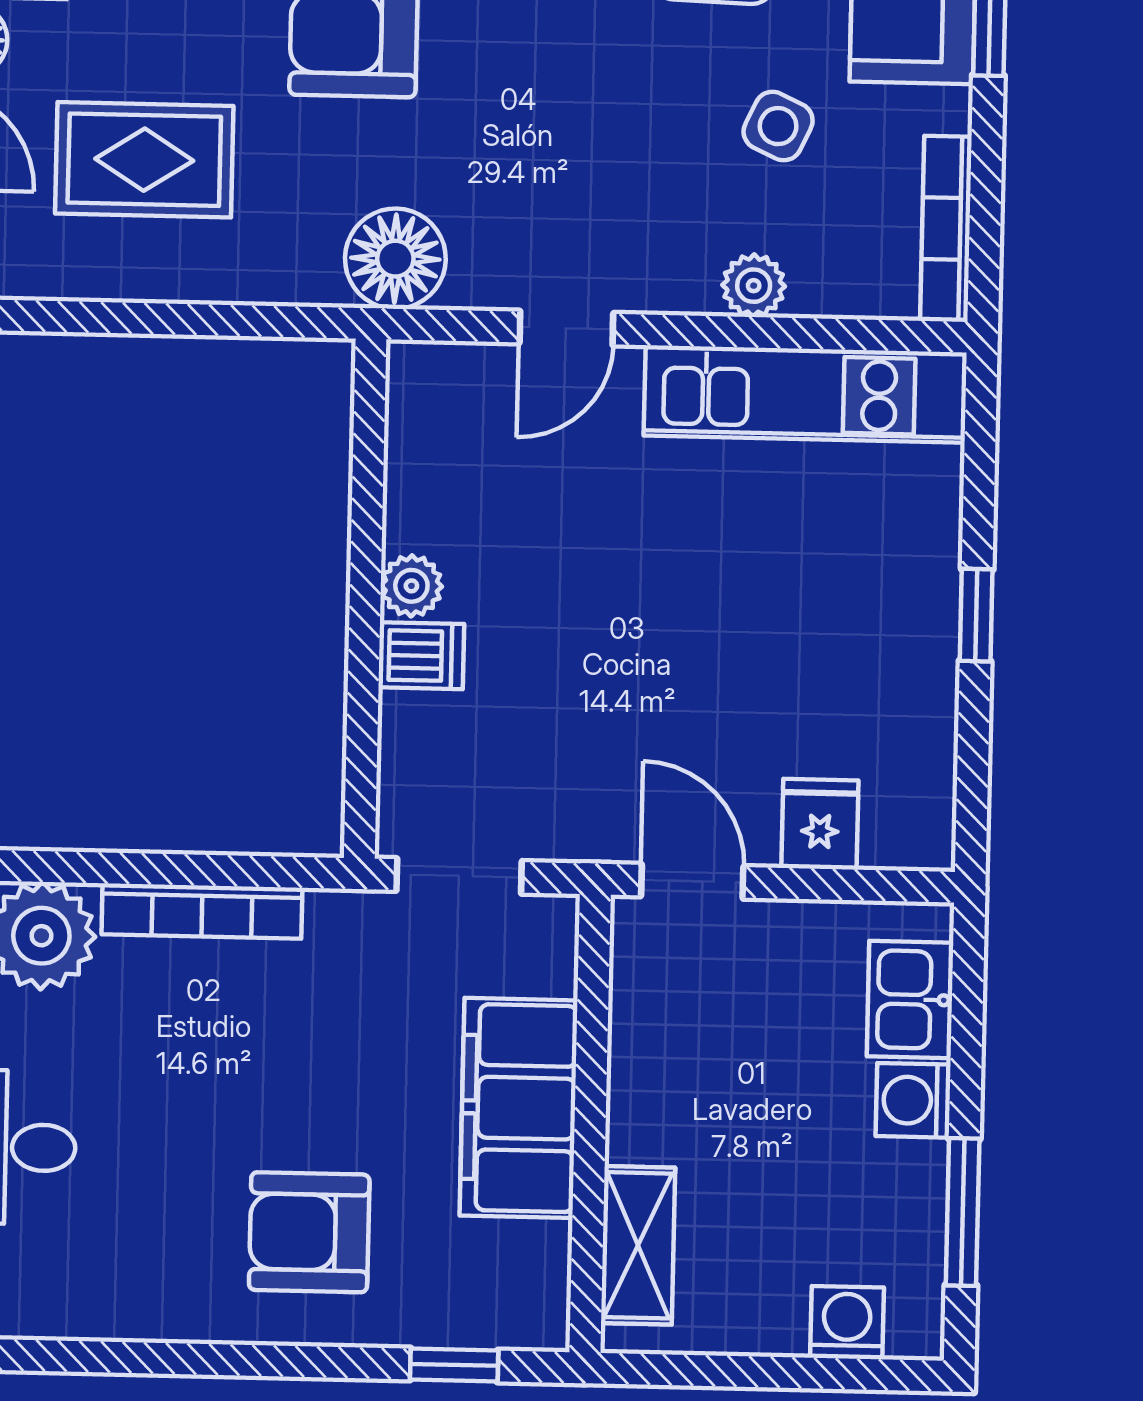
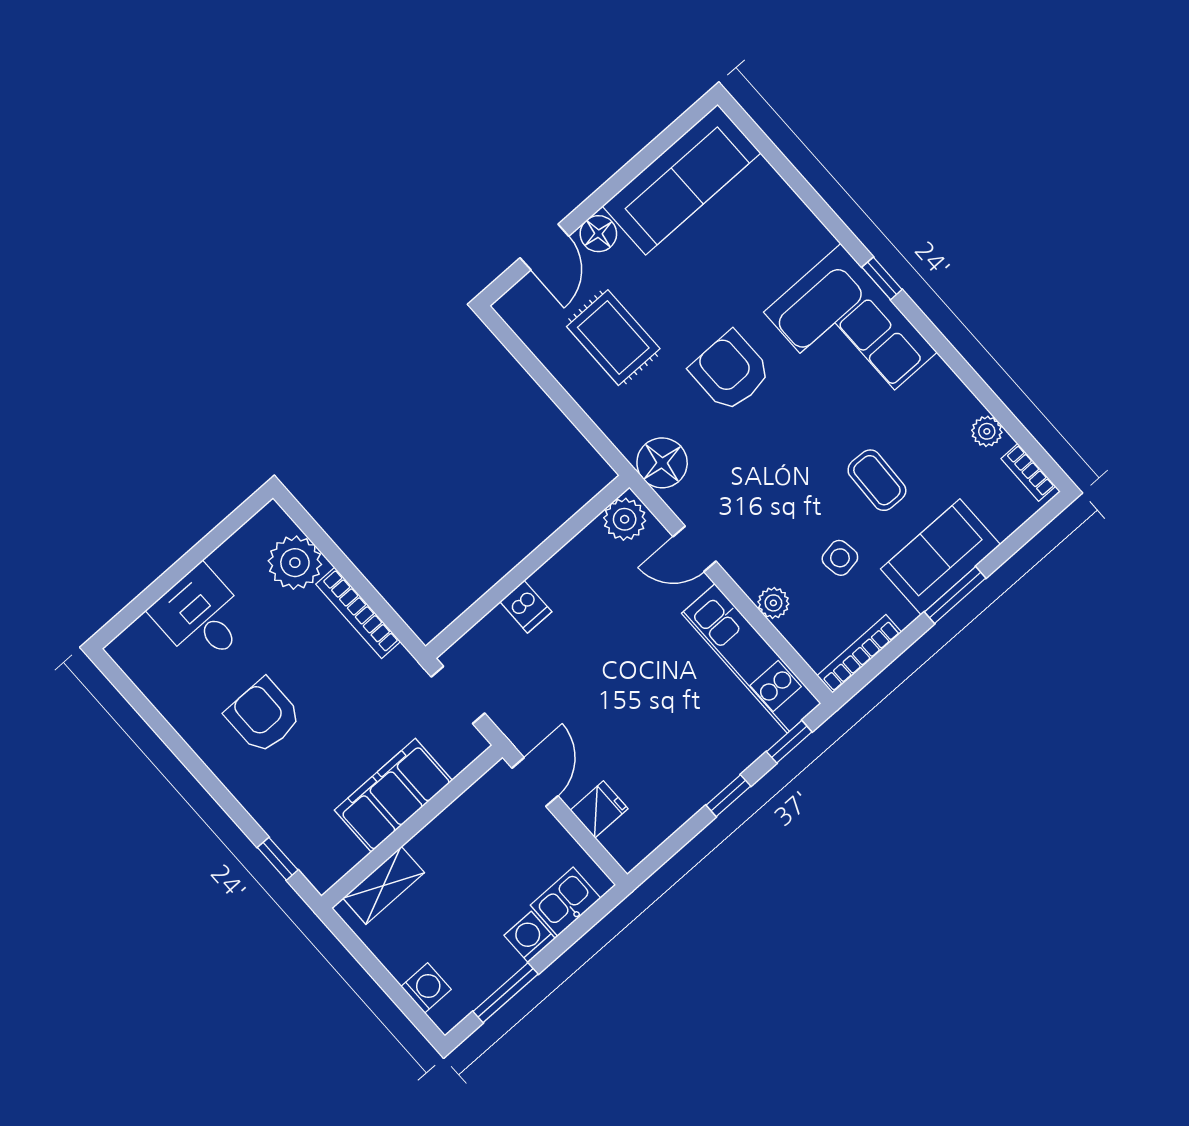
side table: (778, 126) -> (840, 558), turned -34
window: (980, 451) -> (789, 742), added
plant: (411, 586) -> (625, 519), moved, width x1.38, depth x1.38
armchair: (309, 1232) -> (263, 716), moved

